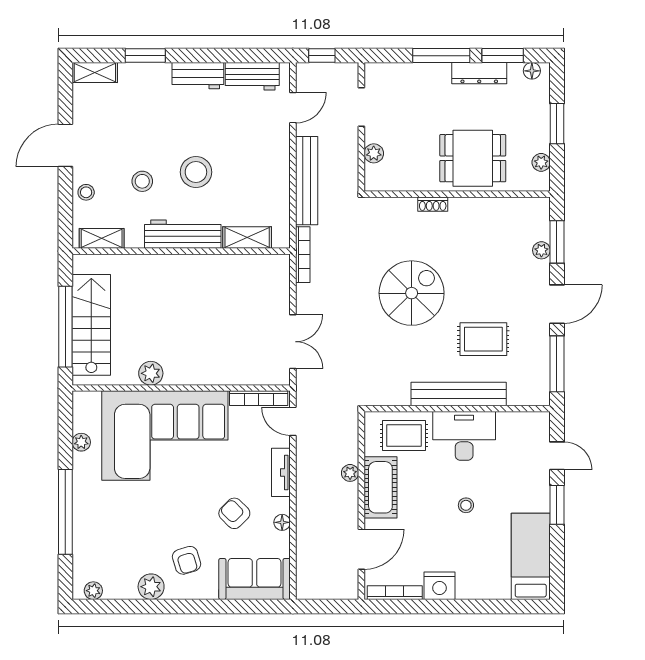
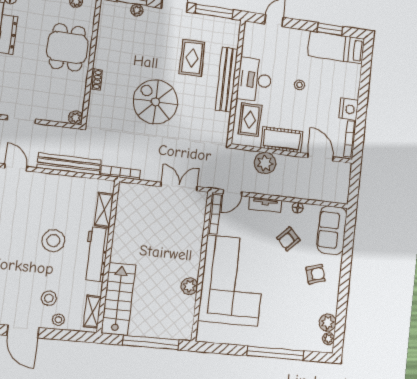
plant: (374, 153) -> (76, 118), moved
stool: (142, 181) -> (49, 298), moved
stairs: (91, 325) -> (118, 299), moved, turned 90
plant: (81, 442) -> (230, 338), removed
plant: (350, 473) -> (265, 163), width x1.87, depth x1.87
window: (557, 505) -> (330, 29), moved
plant: (151, 587) -> (328, 323), moved

